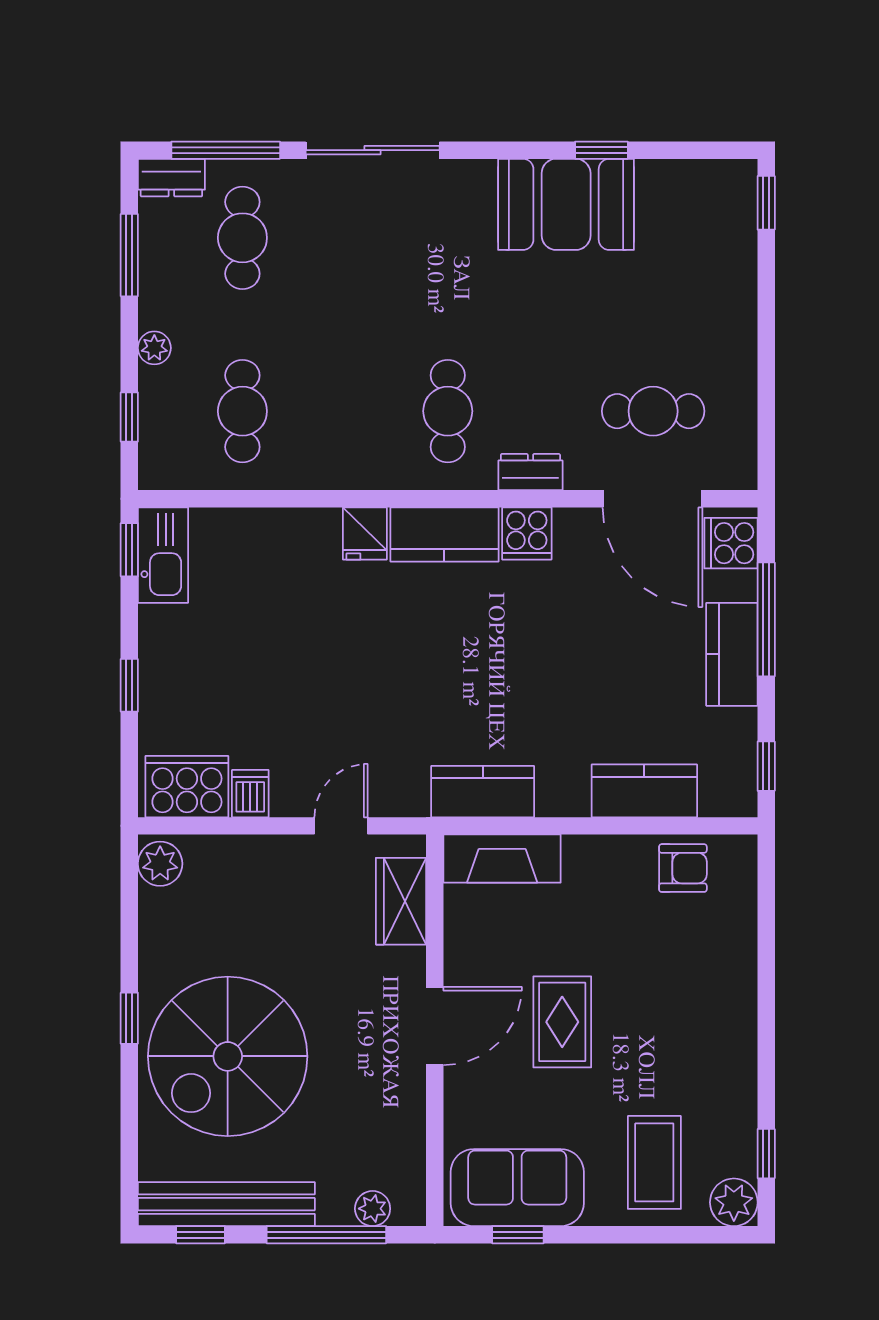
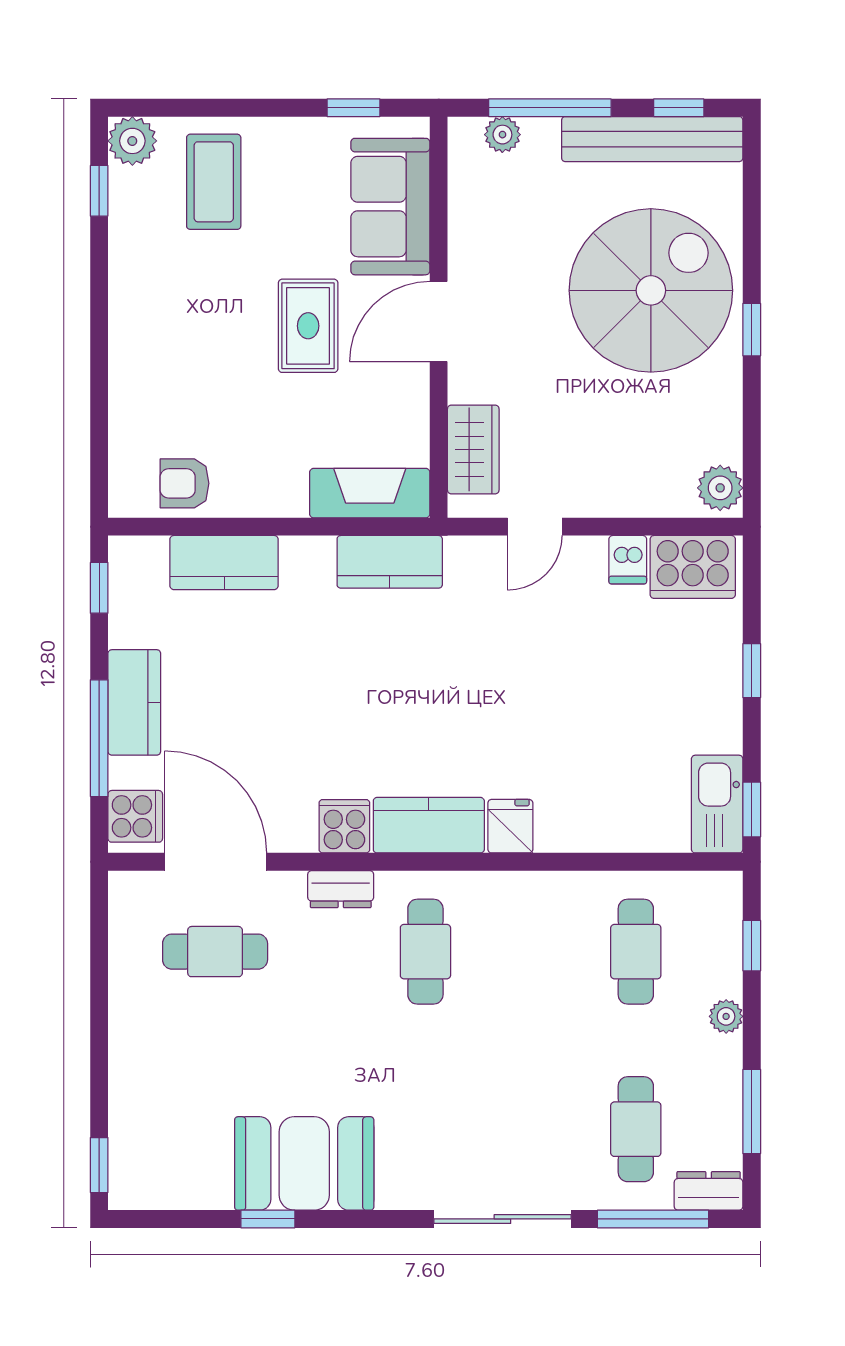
sofa: (517, 1188) -> (390, 207), moved, turned 90

